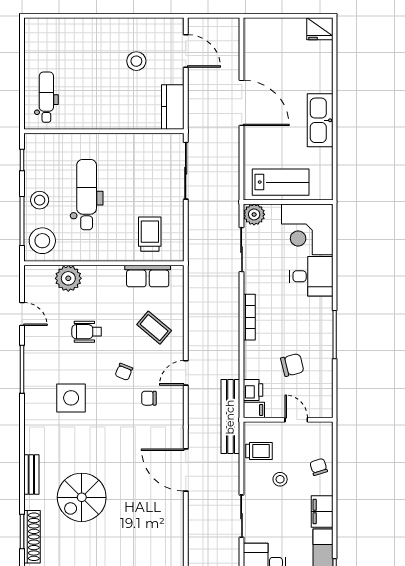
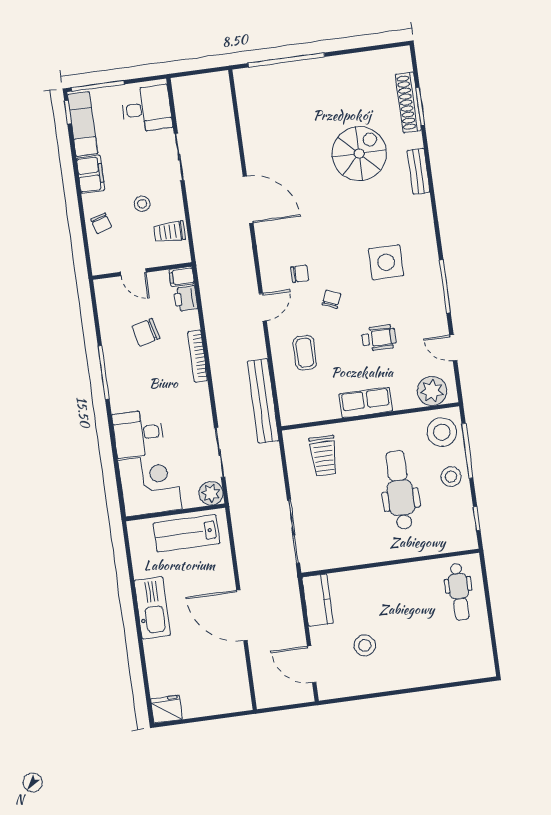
dental chair: (87, 195) -> (400, 490), turned 180
row of seats: (148, 276) -> (366, 403), moved
plant: (68, 278) -> (432, 391), moved
bookcase: (249, 317) -> (198, 356), moved
coffee table: (154, 328) -> (305, 353), turned 50
bench: (230, 417) -> (263, 401), moved

